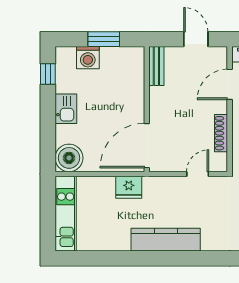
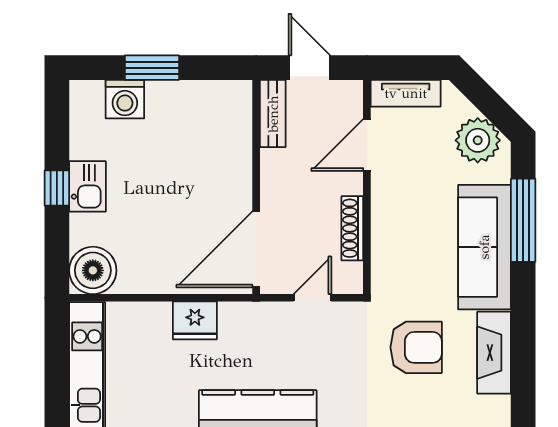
bench: (156, 66) -> (273, 114), moved
window: (48, 74) -> (57, 188), moved
wall: (147, 109) -> (256, 187), moved
door: (147, 146) -> (256, 249), moved

